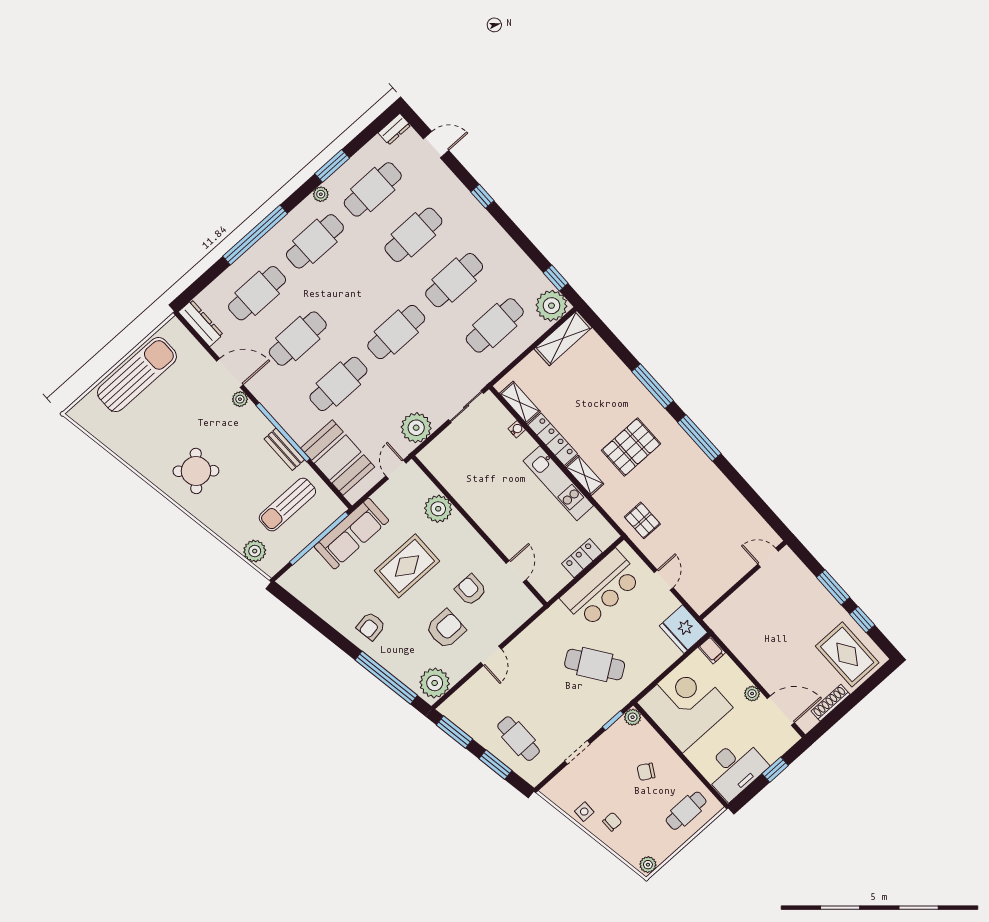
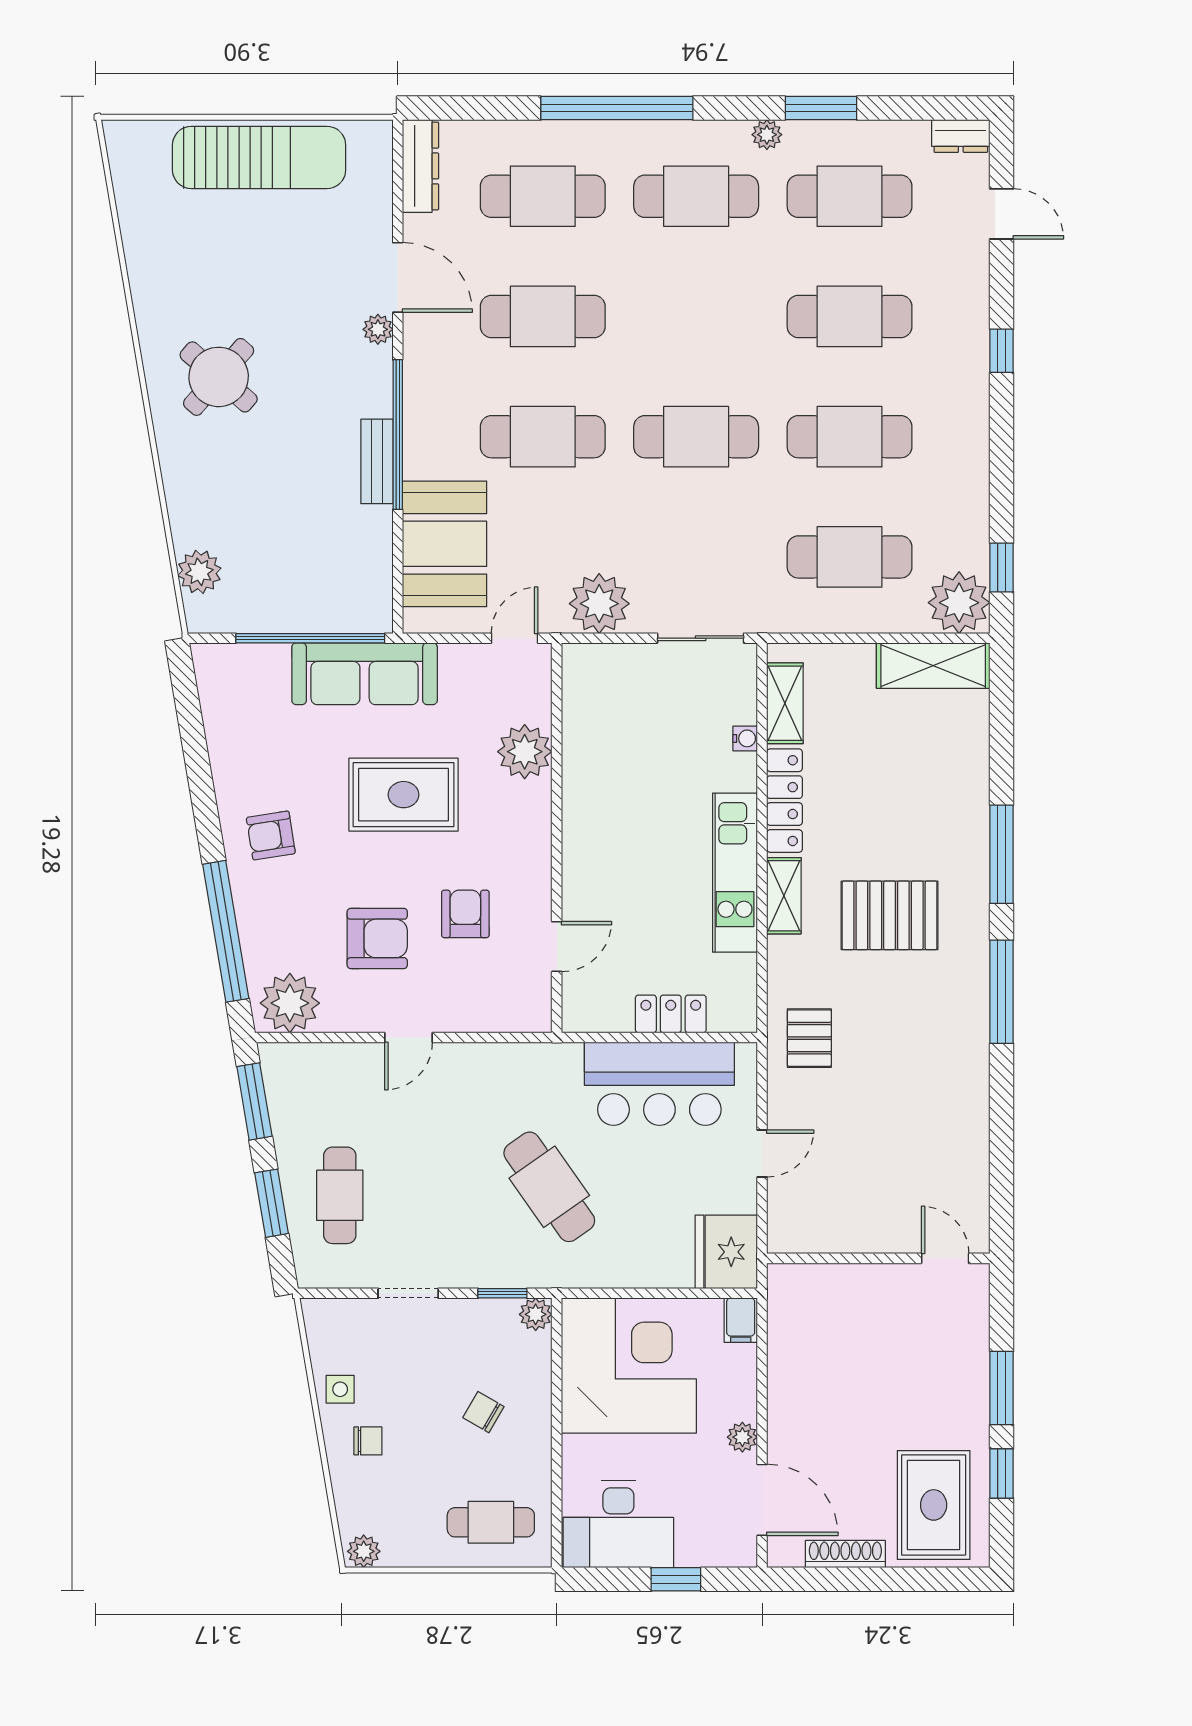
sun lounger: (287, 505) -> (309, 547), removed

